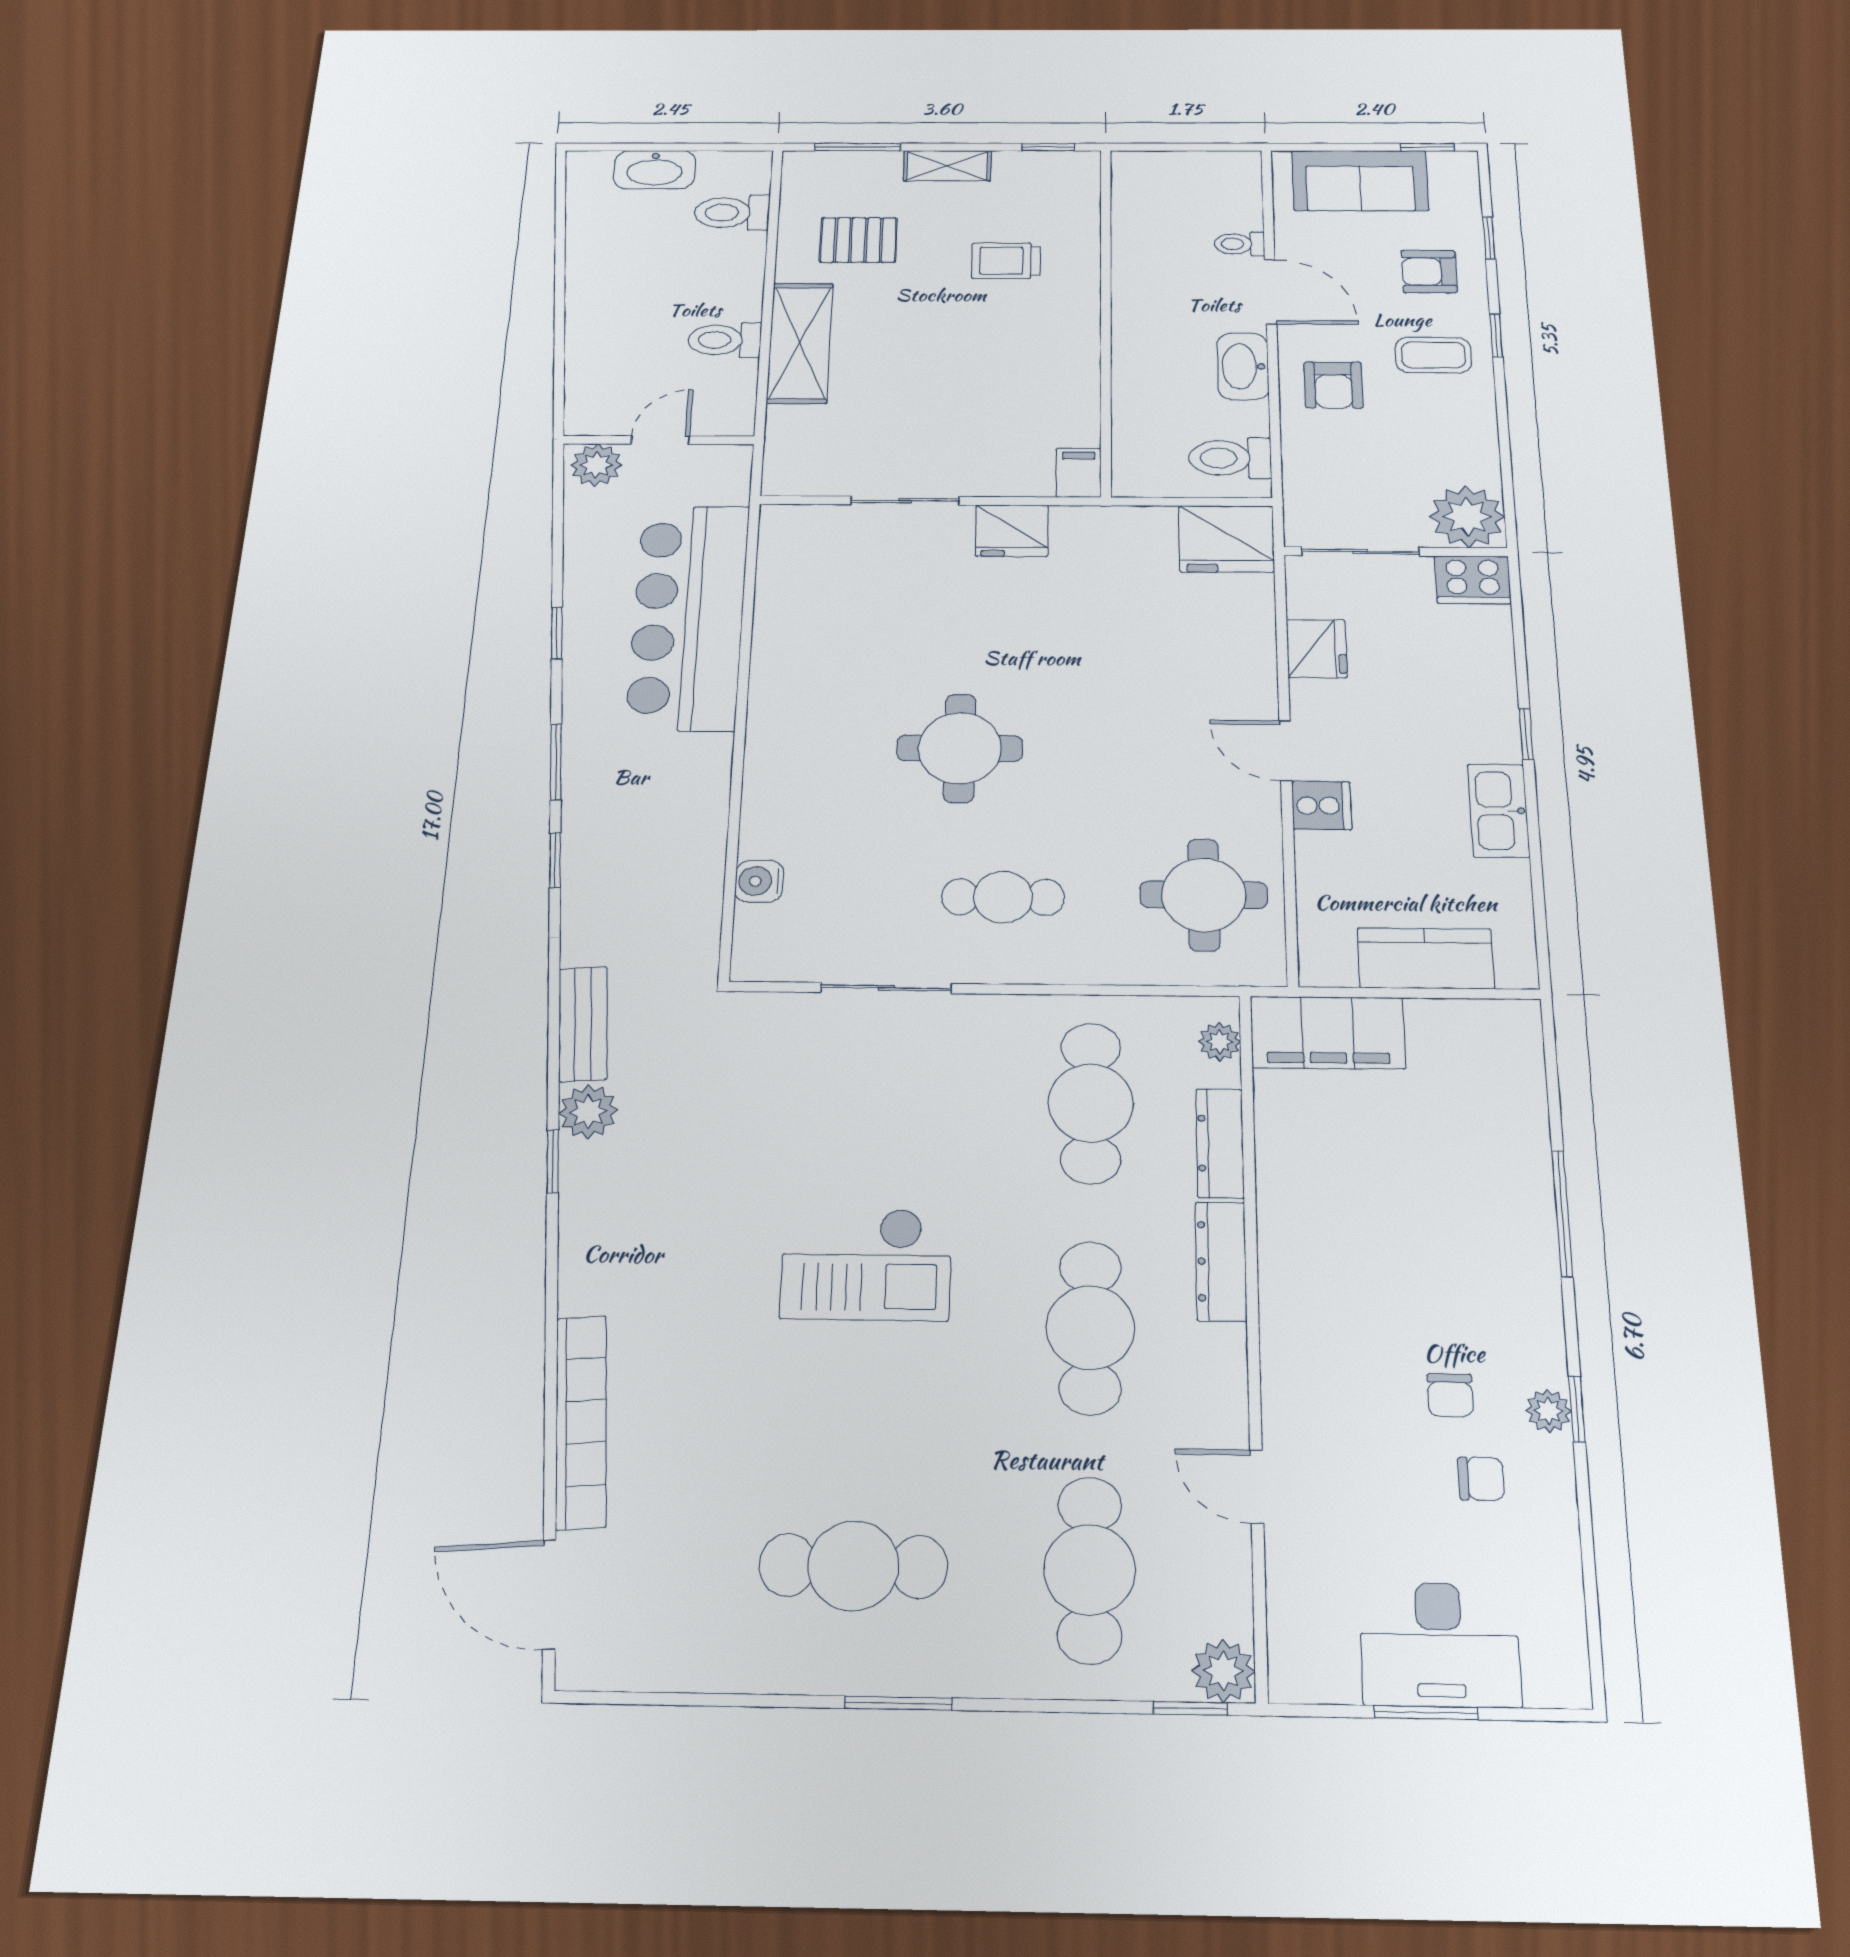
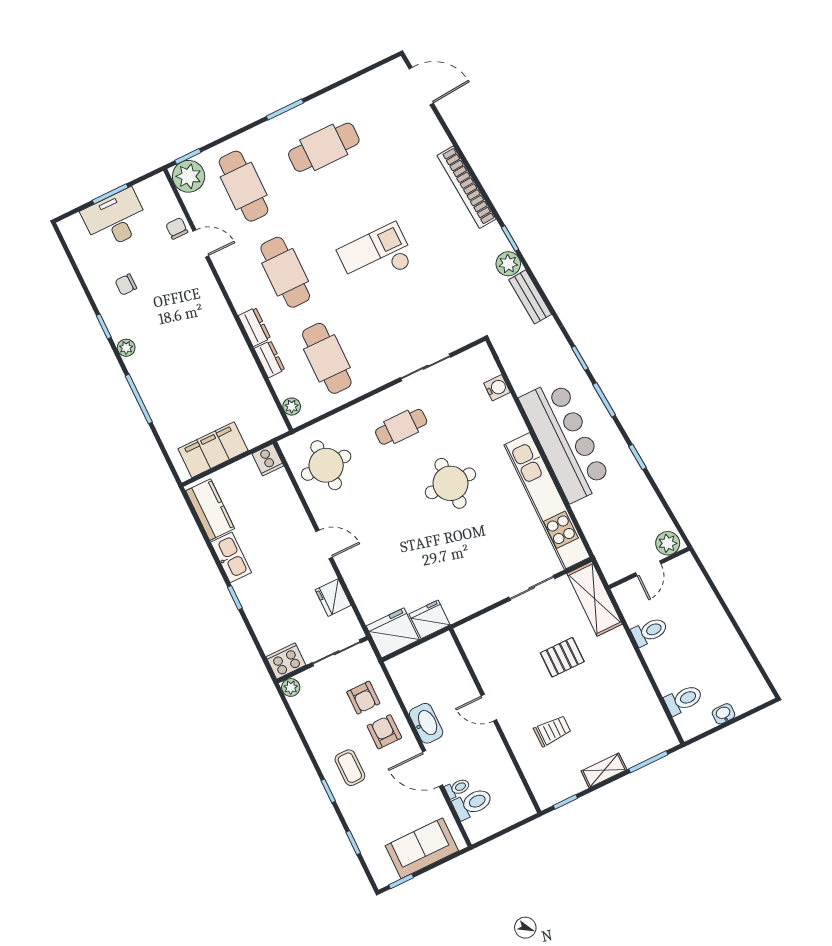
washbasin: (655, 170) -> (724, 714), width x0.52, depth x0.69
pallet: (858, 240) -> (562, 657), moved
armchair: (1429, 272) -> (363, 698), moved, turned 90
shelving: (800, 343) -> (595, 599), moved
door: (1106, 343) -> (489, 708), added
coffee table: (1433, 355) -> (350, 768), turned 90
toilet: (1230, 458) -> (473, 803), moved
filing cabinet: (1079, 473) -> (468, 636), removed
plant: (1467, 516) -> (291, 687), width x0.53, depth x0.53
fridge: (1012, 531) -> (430, 619), moved
bar counter: (688, 617) -> (565, 441), moved
kitchen unit: (784, 634) -> (547, 501), added
cooker: (1322, 806) -> (268, 460), moved, turned -90
kitchen counter: (1426, 958) -> (210, 510), moved, turned -90
filing cabinet: (1328, 1033) -> (213, 450), moved
dresser: (1220, 1143) -> (269, 359), width x0.70
dresser: (1221, 1261) -> (254, 327), width x0.70
chair: (1450, 1395) -> (177, 228), moved
plant: (1548, 1411) -> (126, 348), moved
bookcase: (581, 1422) -> (466, 187), moved
plant: (1223, 1671) -> (189, 176), width x1.36, depth x1.36

